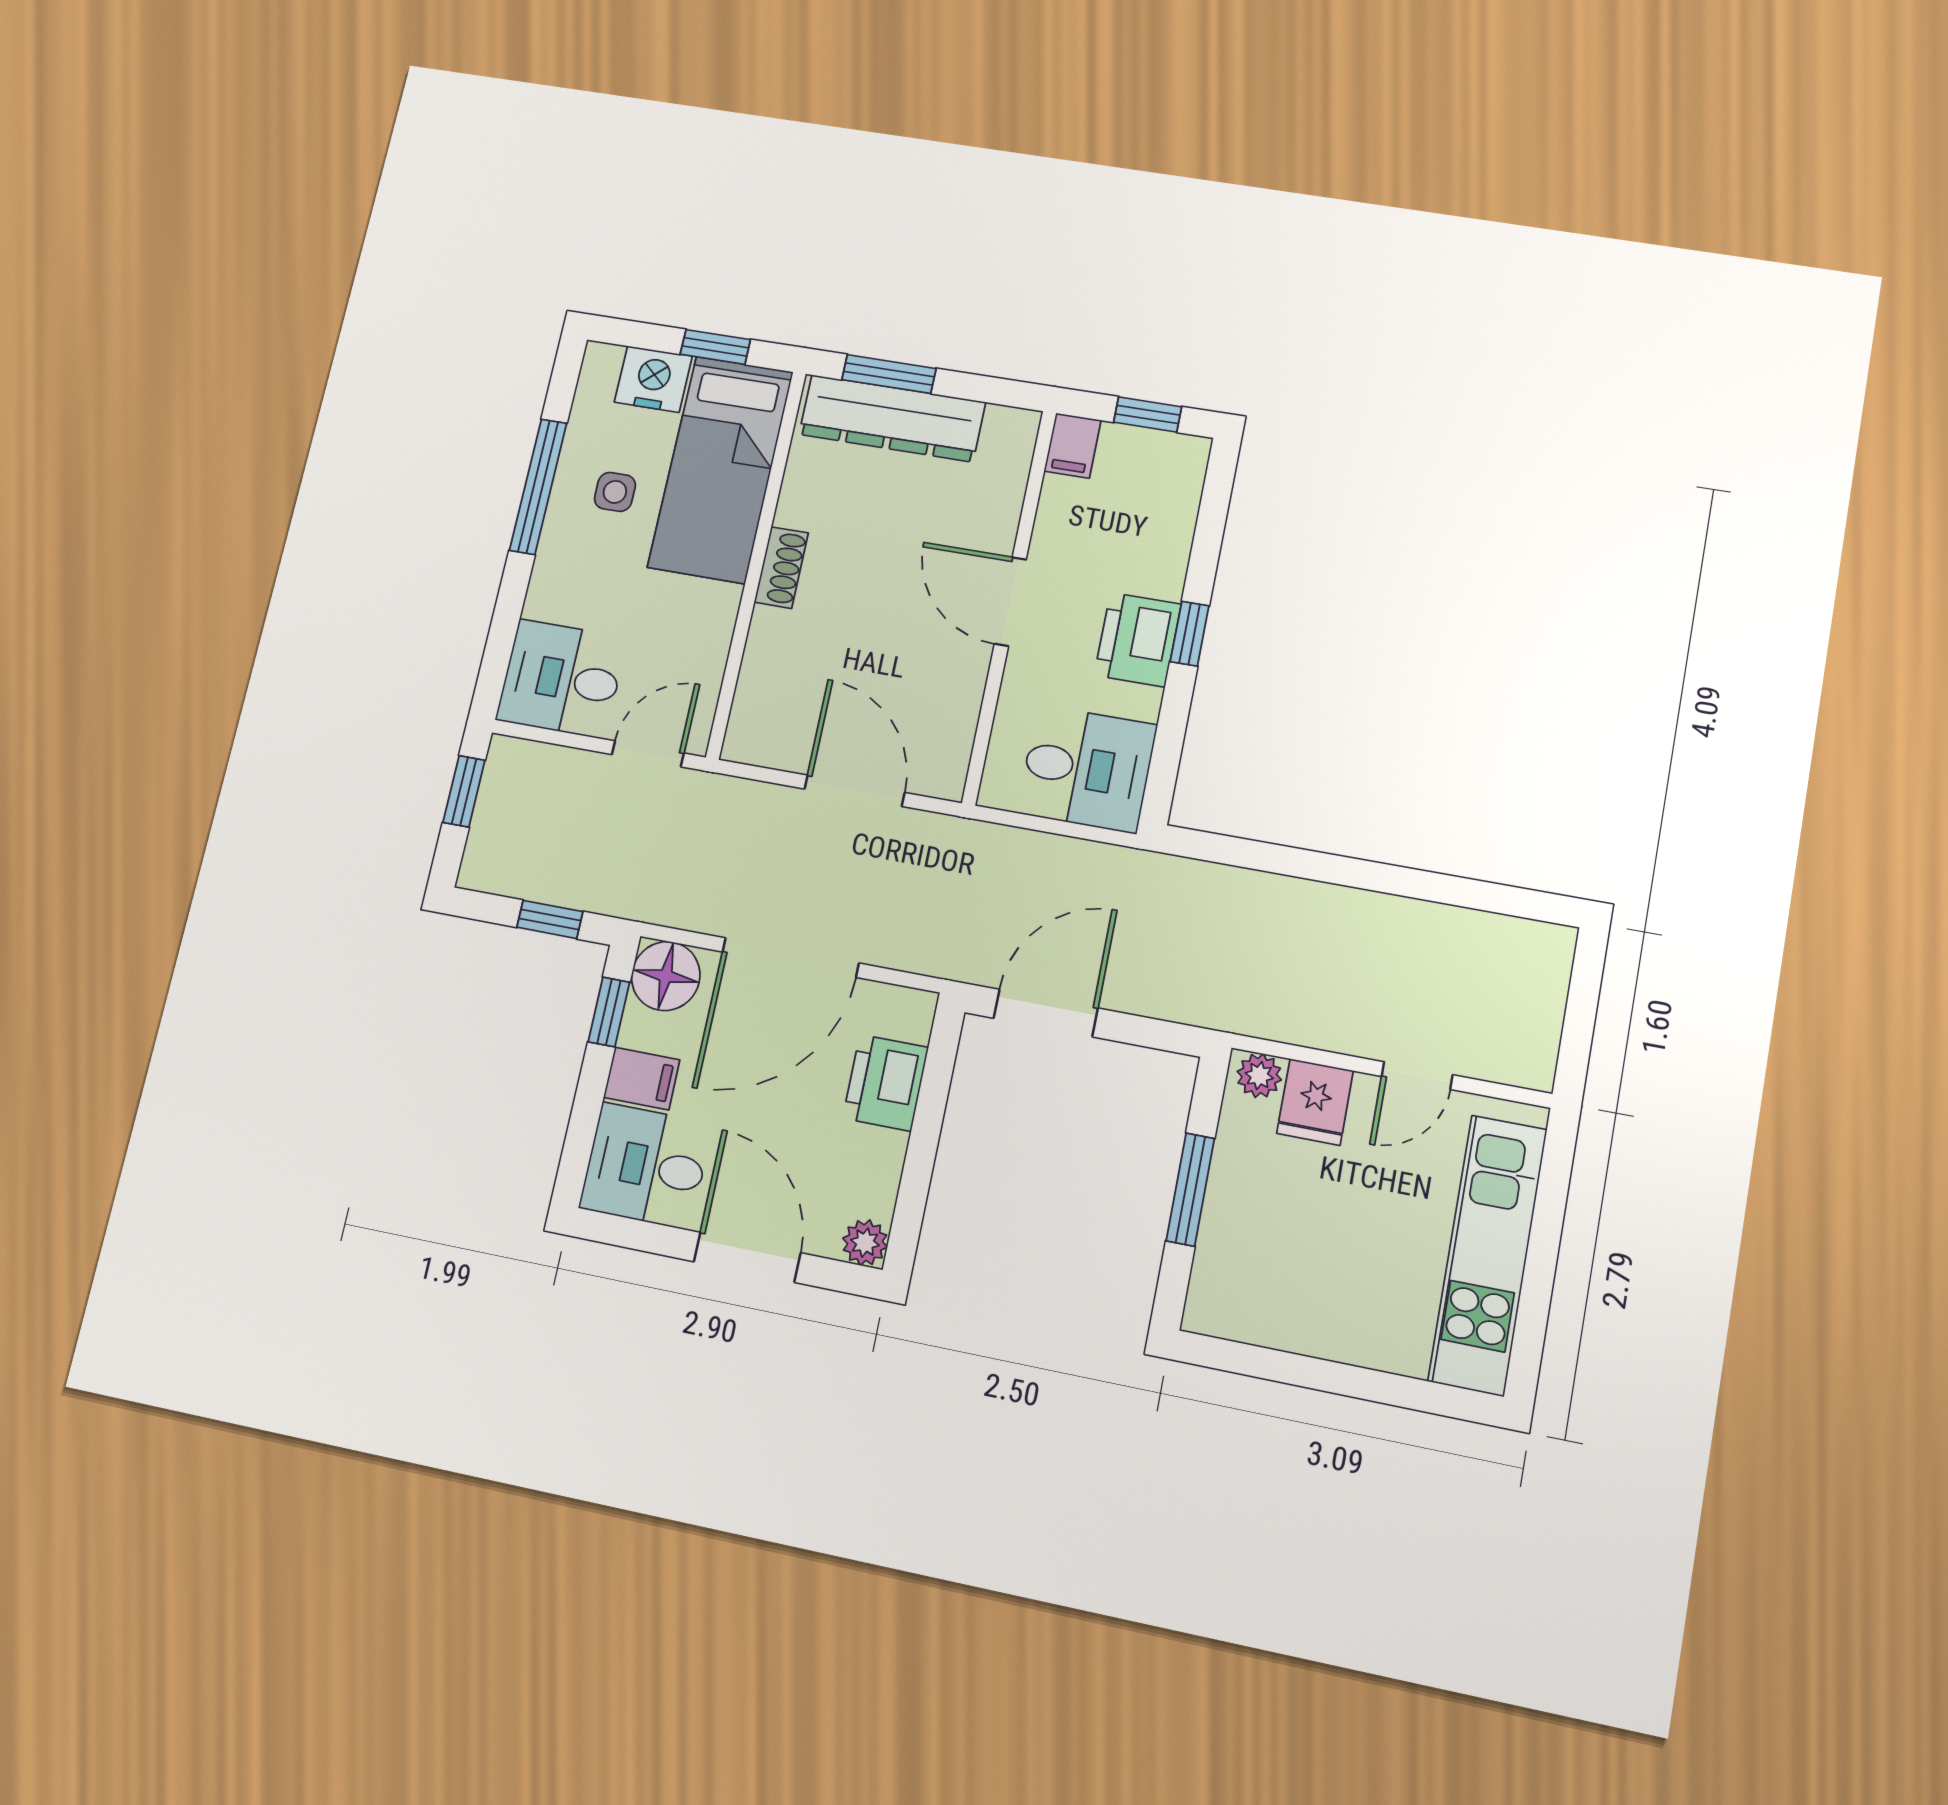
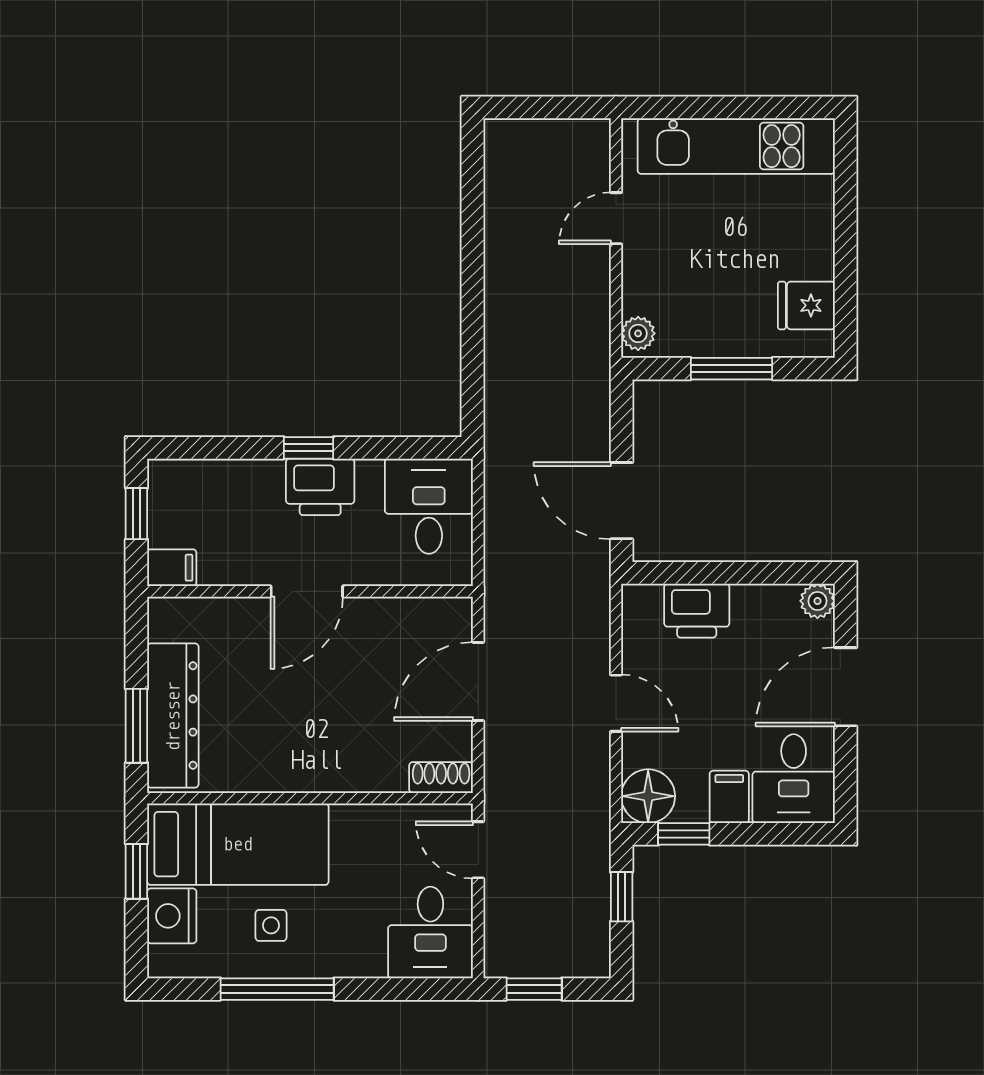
shoe rack: (781, 568) -> (441, 778), moved
door: (790, 958) -> (616, 703), width x0.53
door: (1417, 1076) -> (616, 218), swing flipped
fridge: (1315, 1102) -> (806, 305), moved, turned 180

